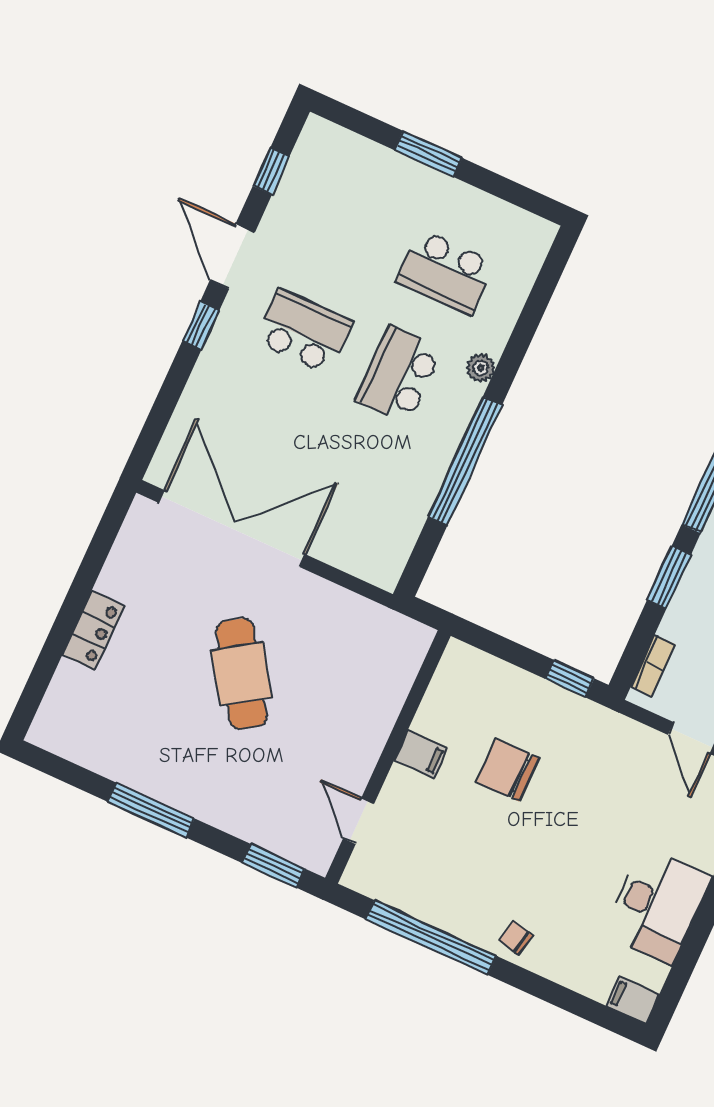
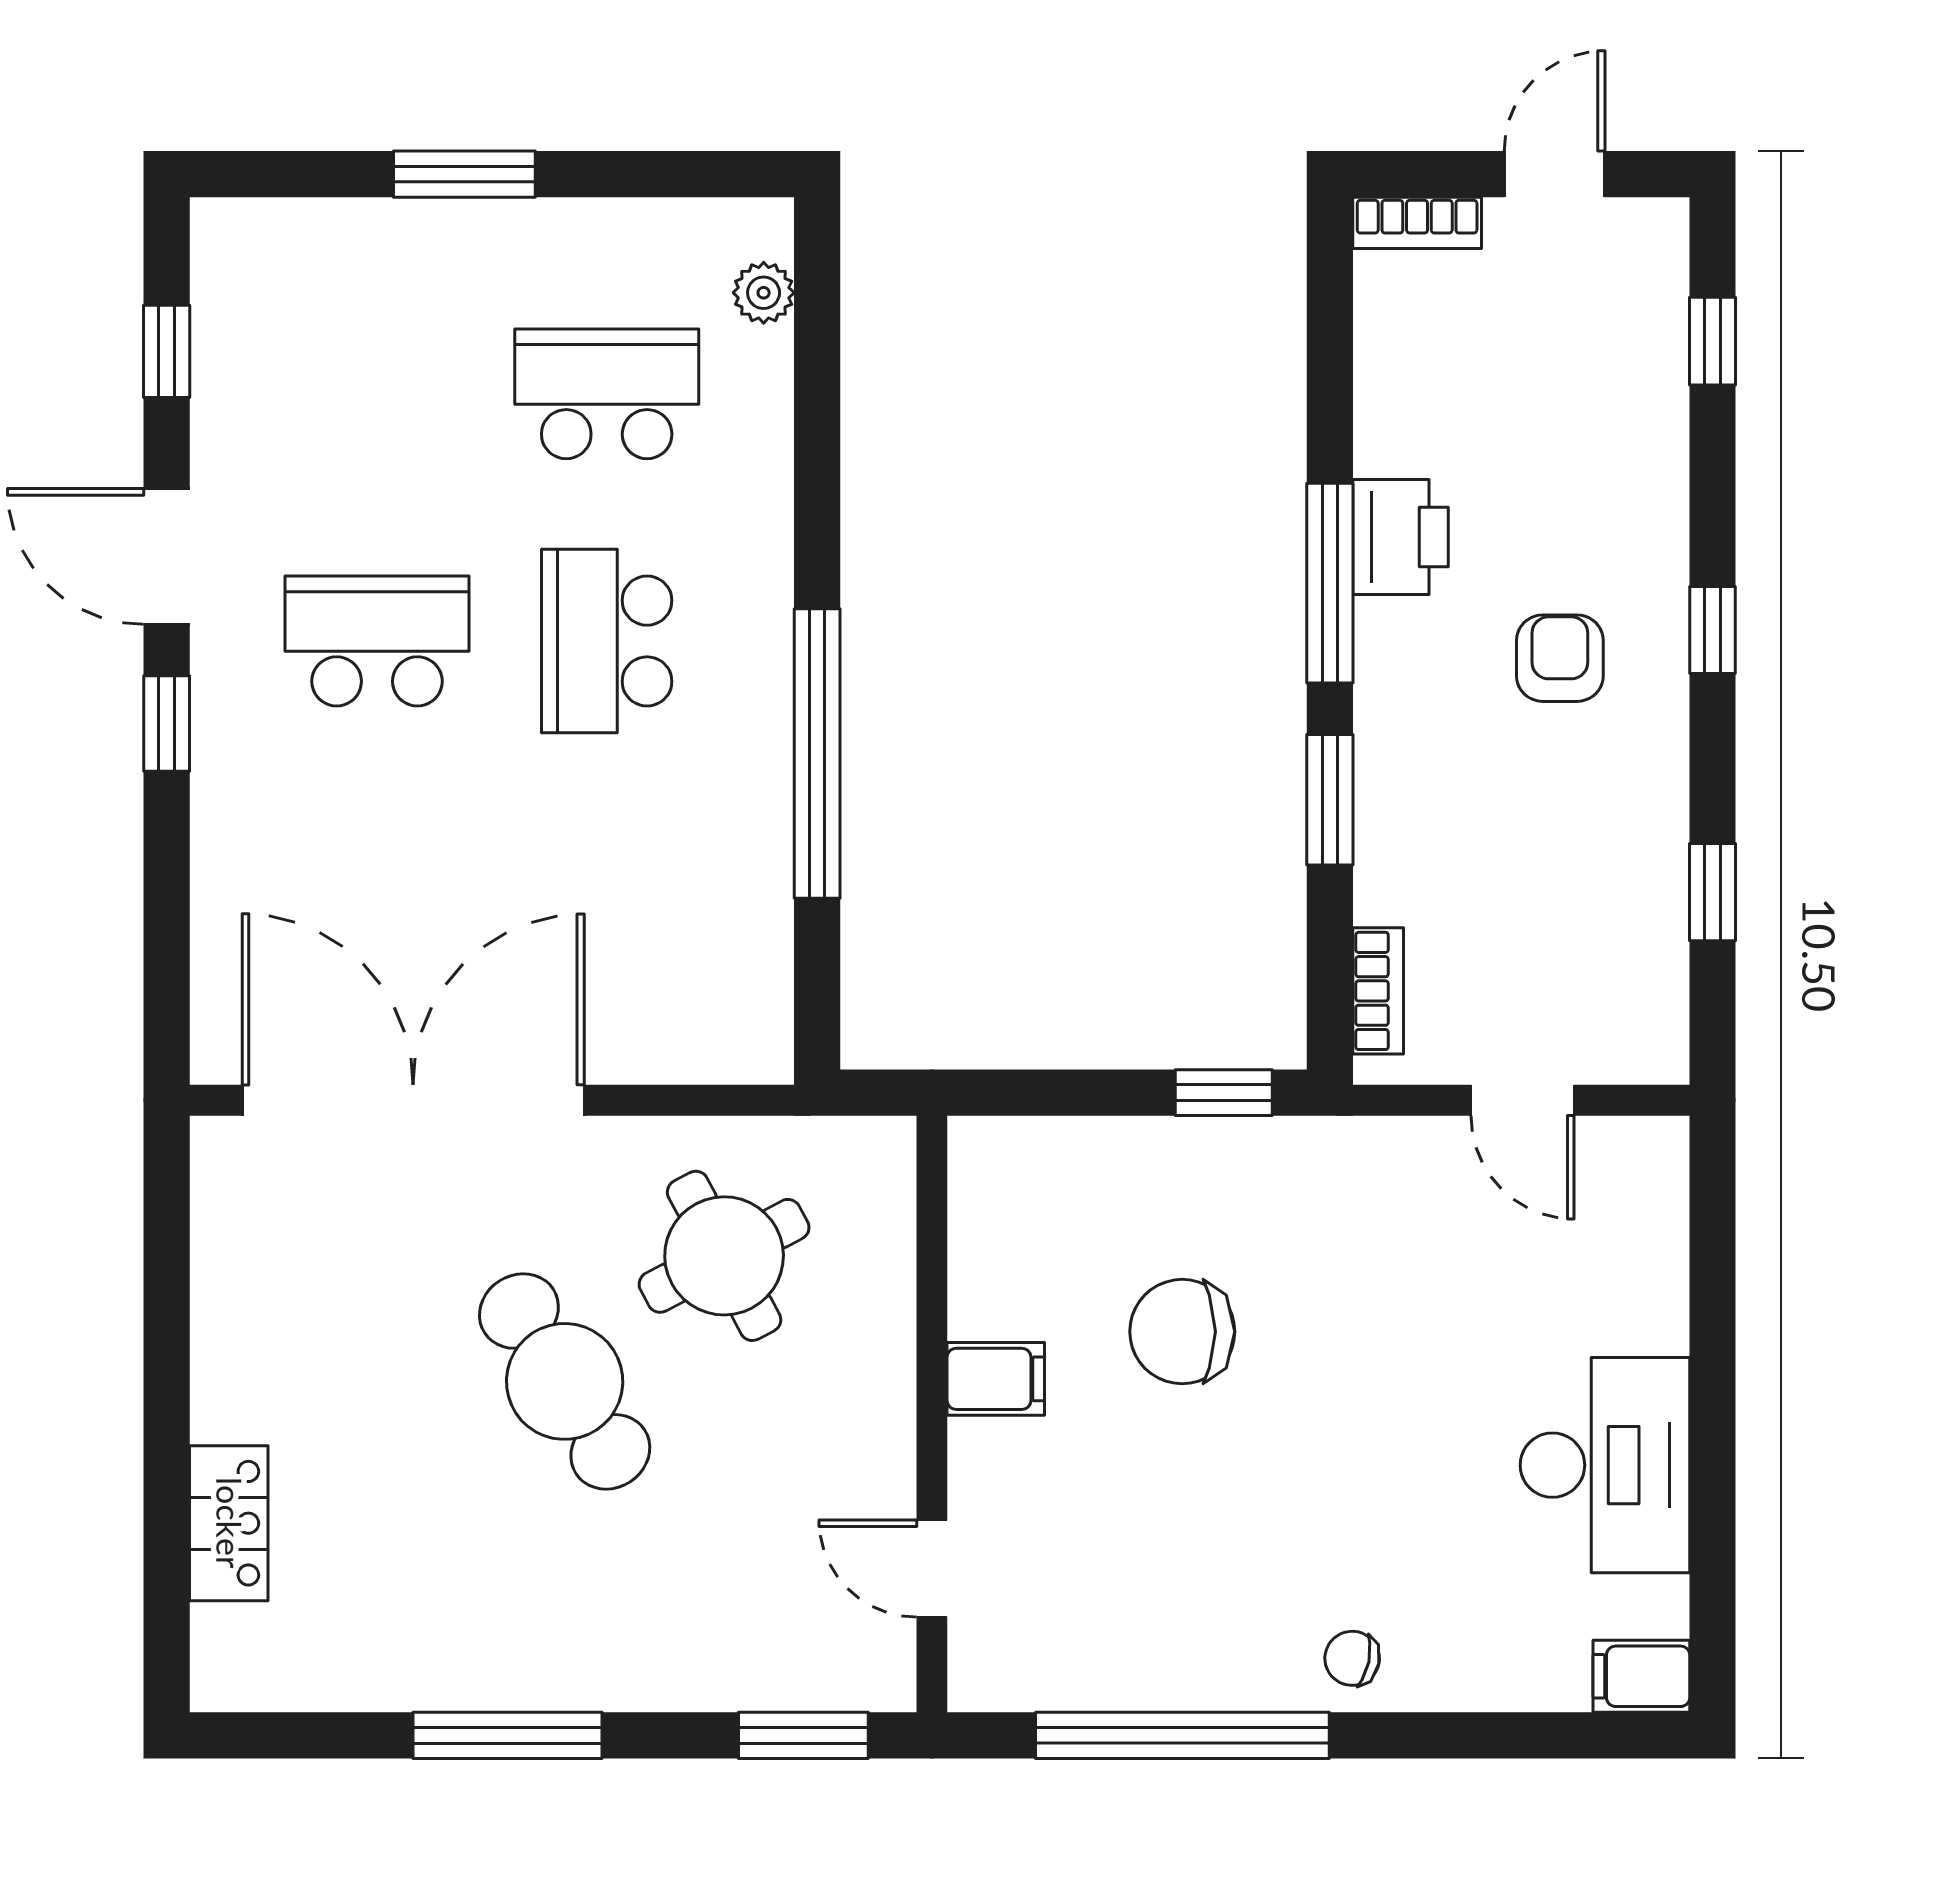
school desk: (446, 272) -> (607, 394), turned 180
plant: (481, 368) -> (764, 293), moved
locker: (93, 630) -> (229, 1523), moved
round table: (331, 652) -> (724, 1256), added

